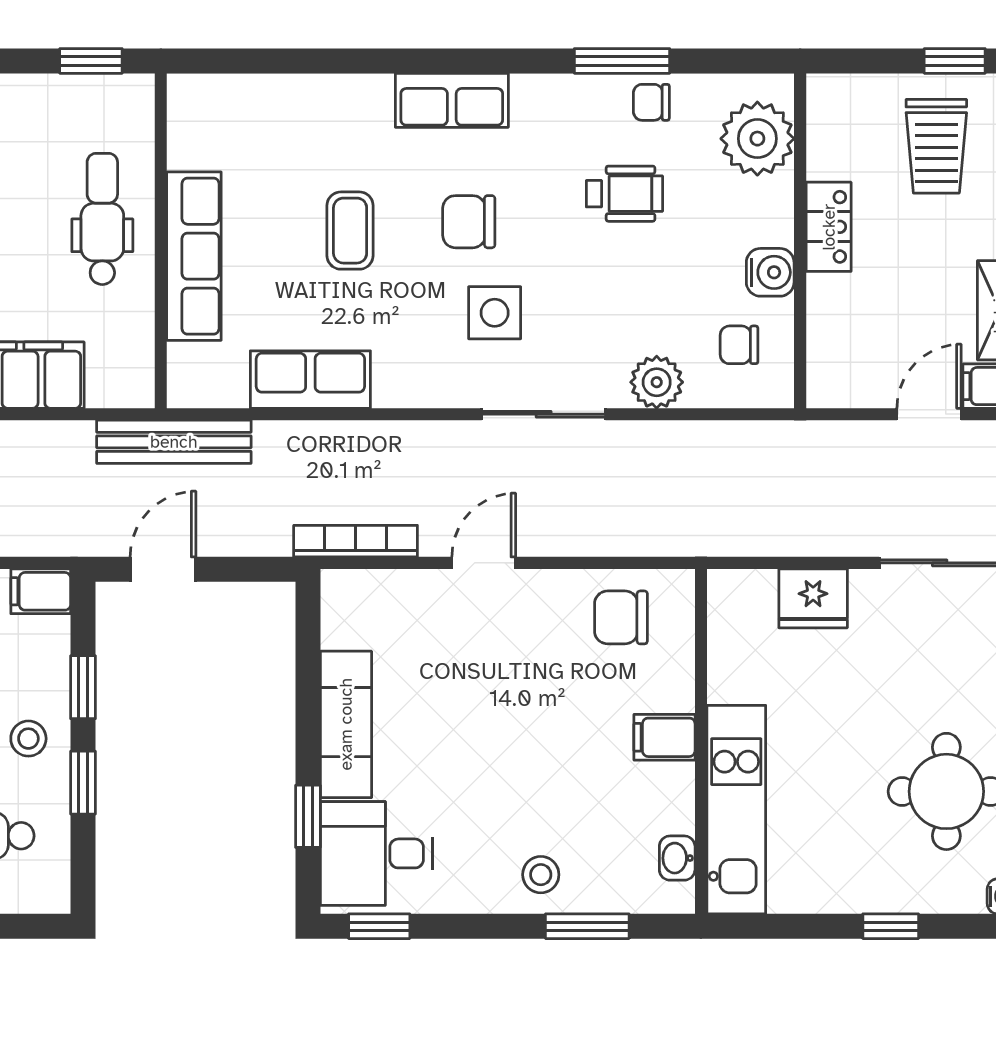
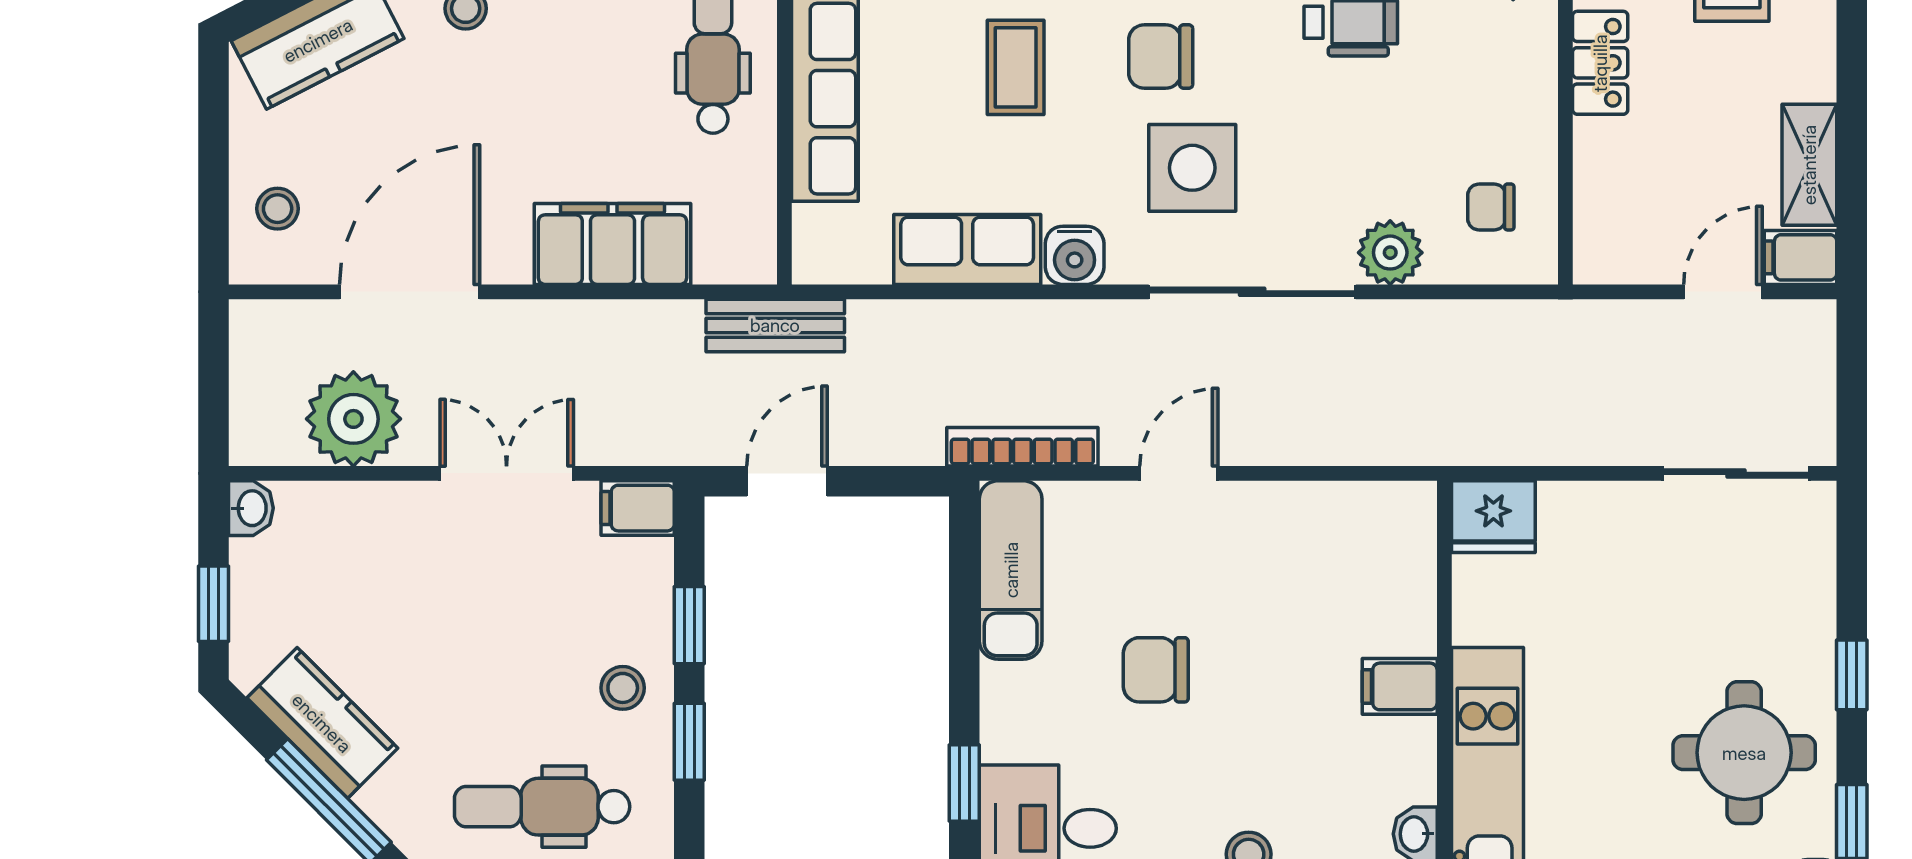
water cooler: (770, 272) -> (1075, 255), moved, turned 90
side table: (495, 313) -> (1192, 168), width x1.37, depth x1.37
sliding door: (544, 414) -> (1252, 292), width x1.37
bench: (174, 442) -> (775, 325), width x0.73
fridge: (813, 598) -> (1493, 517), moved
chair: (621, 617) -> (1156, 670), moved
exam couch: (346, 724) -> (1011, 570), moved

